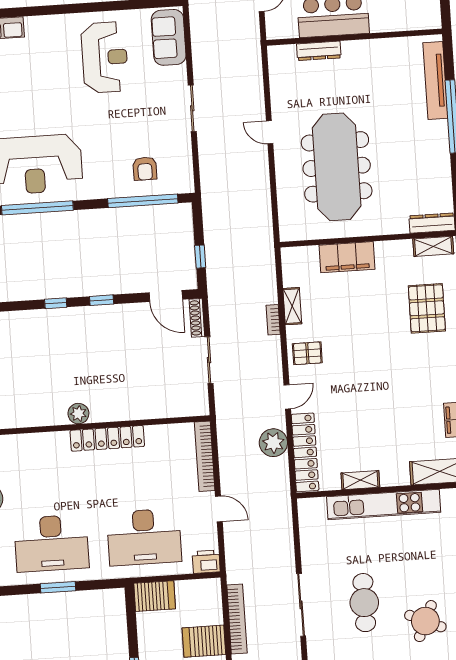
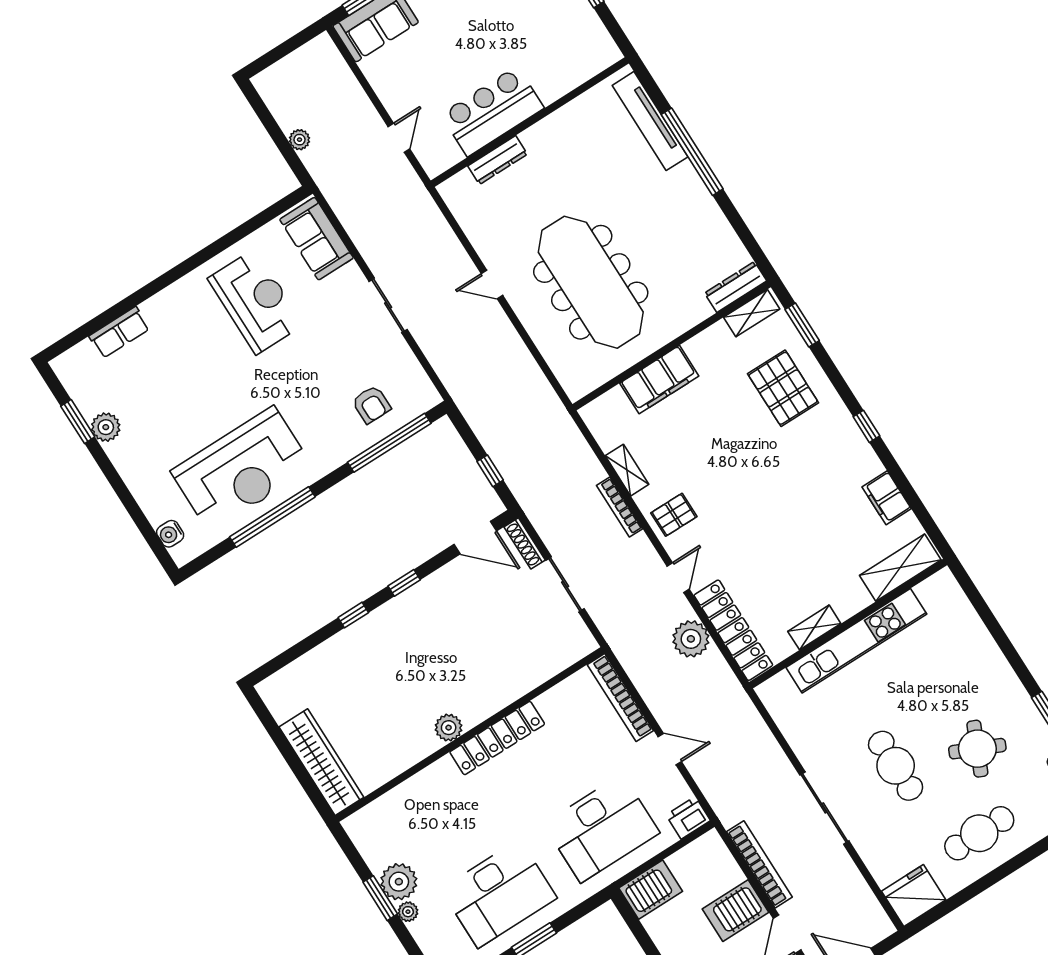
bookcase: (273, 320) -> (620, 507), width x1.56

